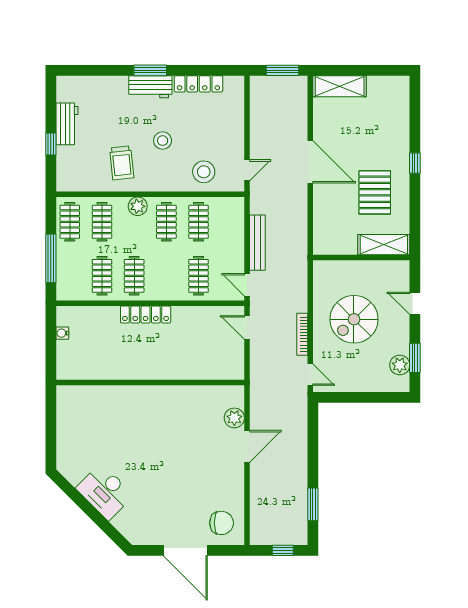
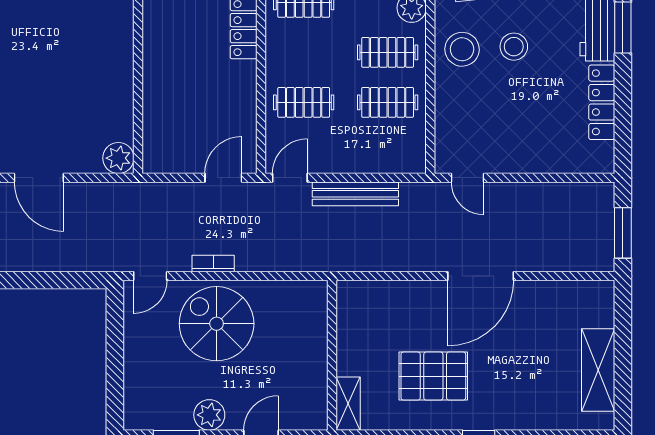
shelving: (340, 86) -> (598, 370), moved
stool: (204, 172) -> (462, 49), moved
shelving: (384, 245) -> (348, 404), width x0.67, depth x0.75
spiral stairs: (354, 319) -> (217, 324), moved
bookcase: (302, 334) -> (213, 264), width x0.64
plant: (400, 365) -> (209, 415), moved
plant: (234, 418) -> (118, 158), moved

